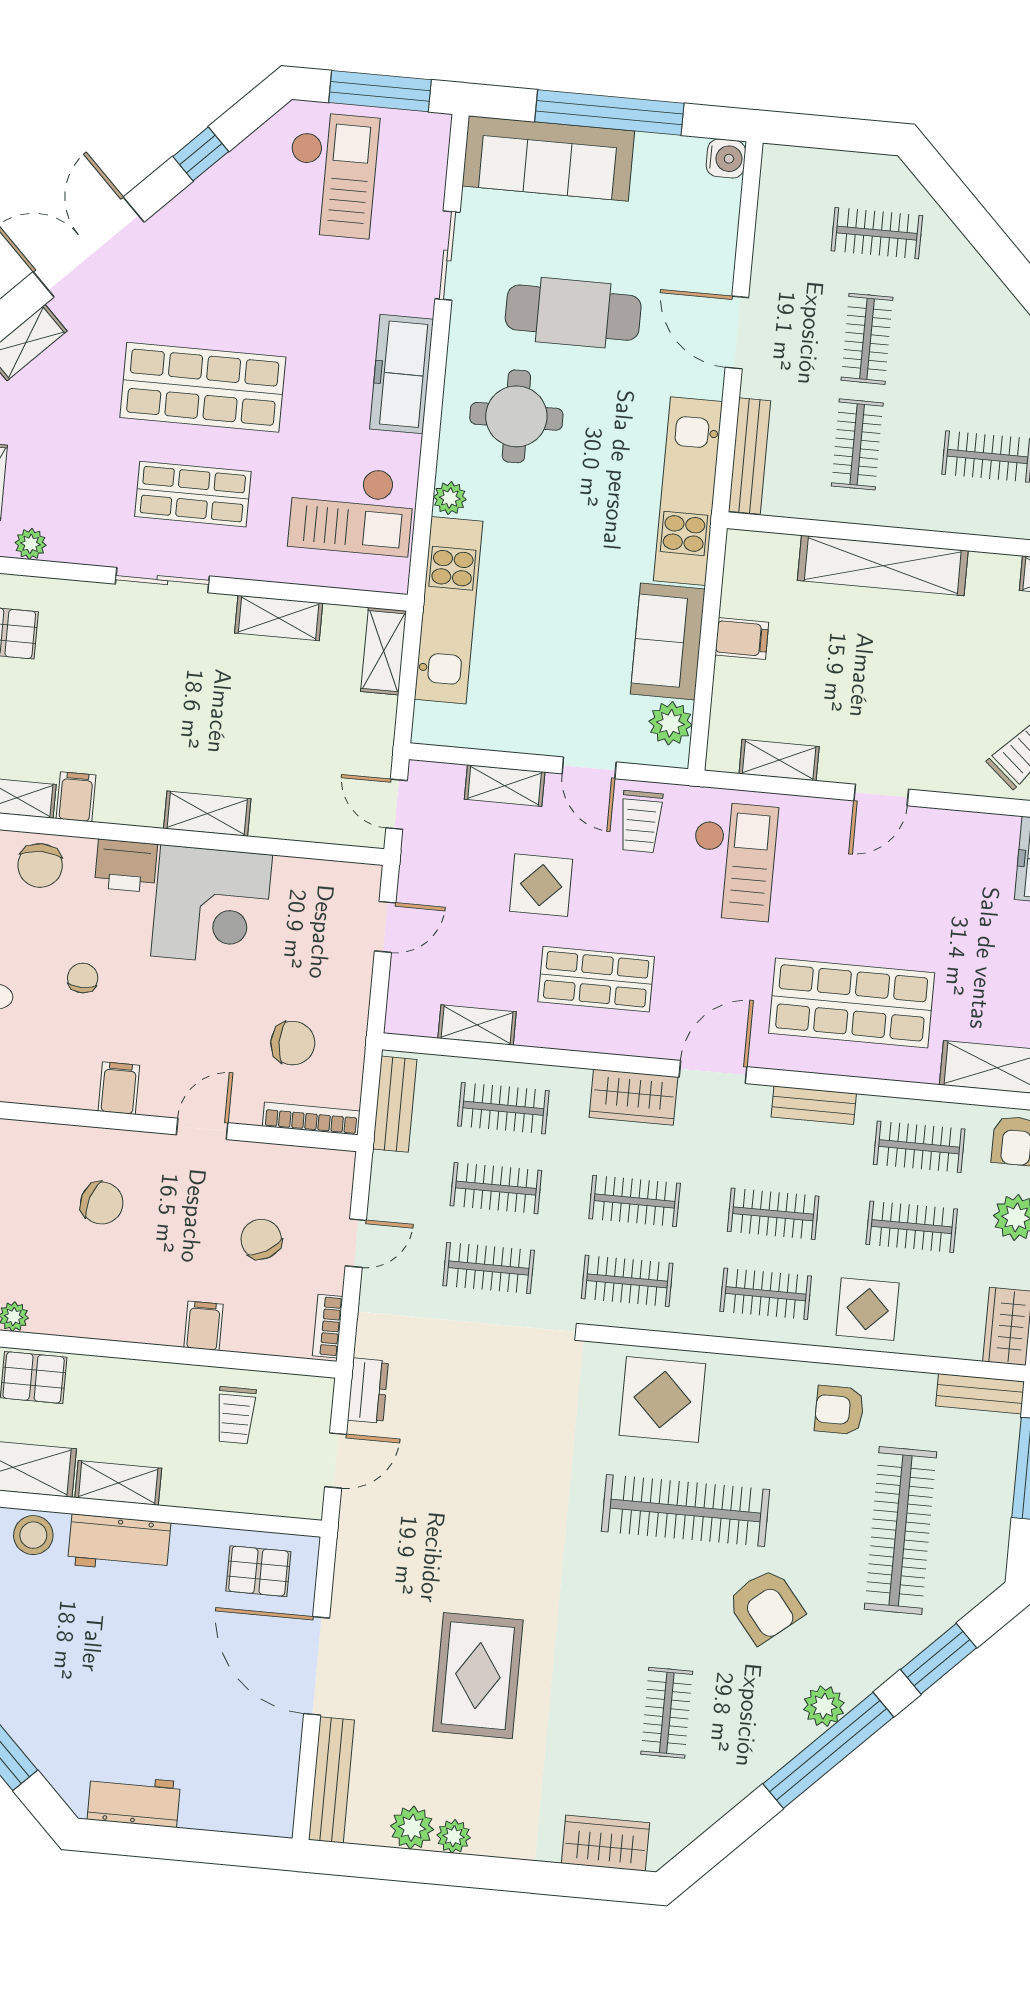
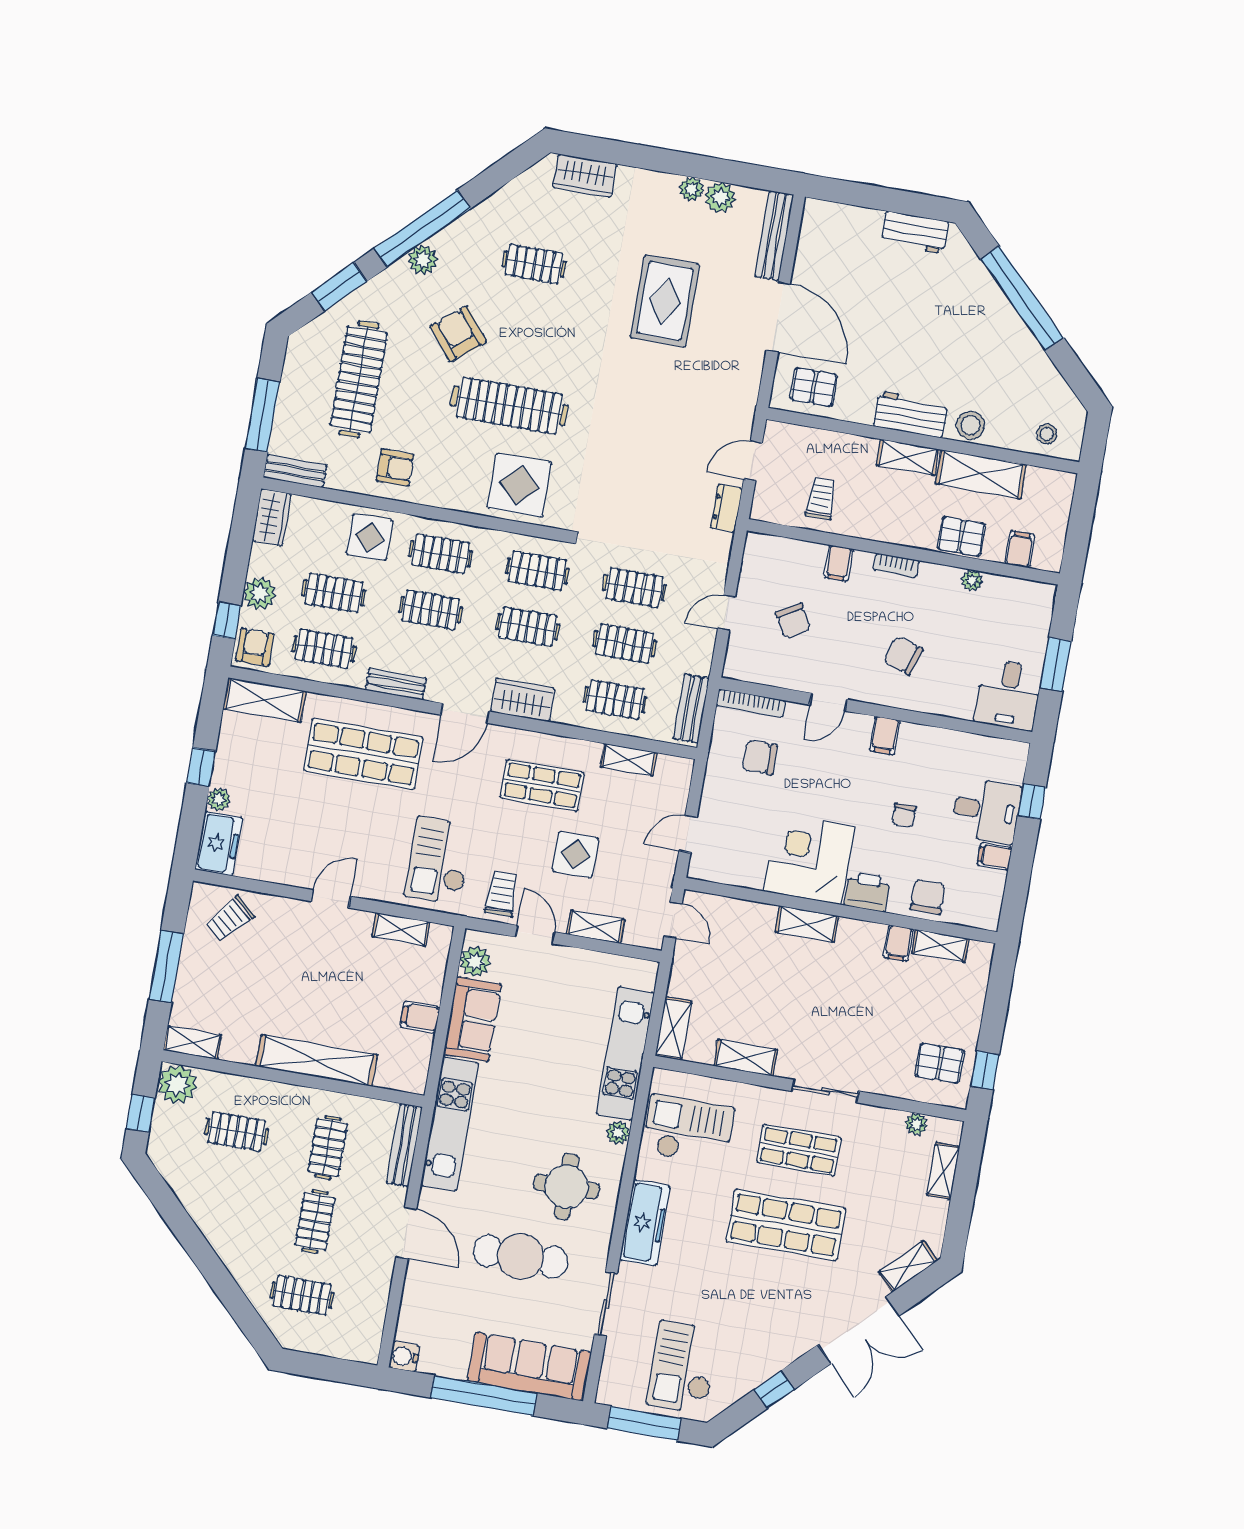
bookcase: (328, 1326) -> (896, 565), moved, turned 90
clothes rail: (667, 1713) -> (534, 264), turned 90

